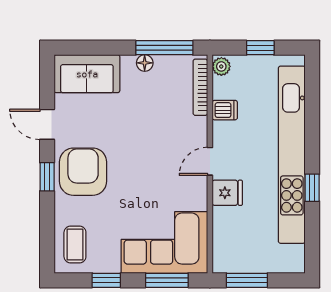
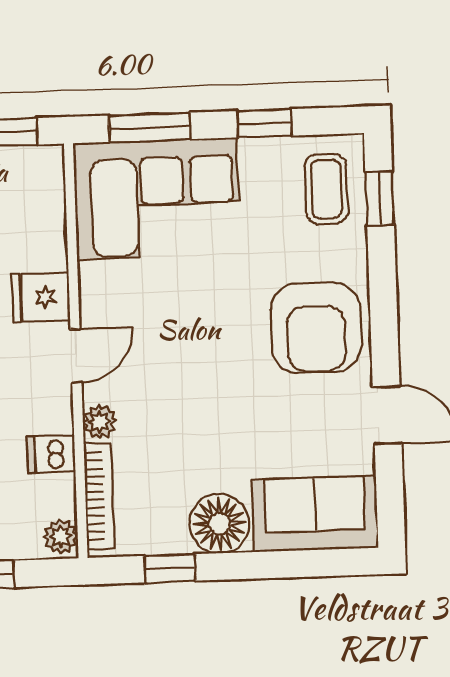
window: (164, 48) -> (170, 568), width x0.46
floor lamp: (145, 63) -> (219, 524), width x1.89, depth x1.89
plant: (199, 126) -> (100, 422), added
window: (47, 177) -> (380, 198), moved

